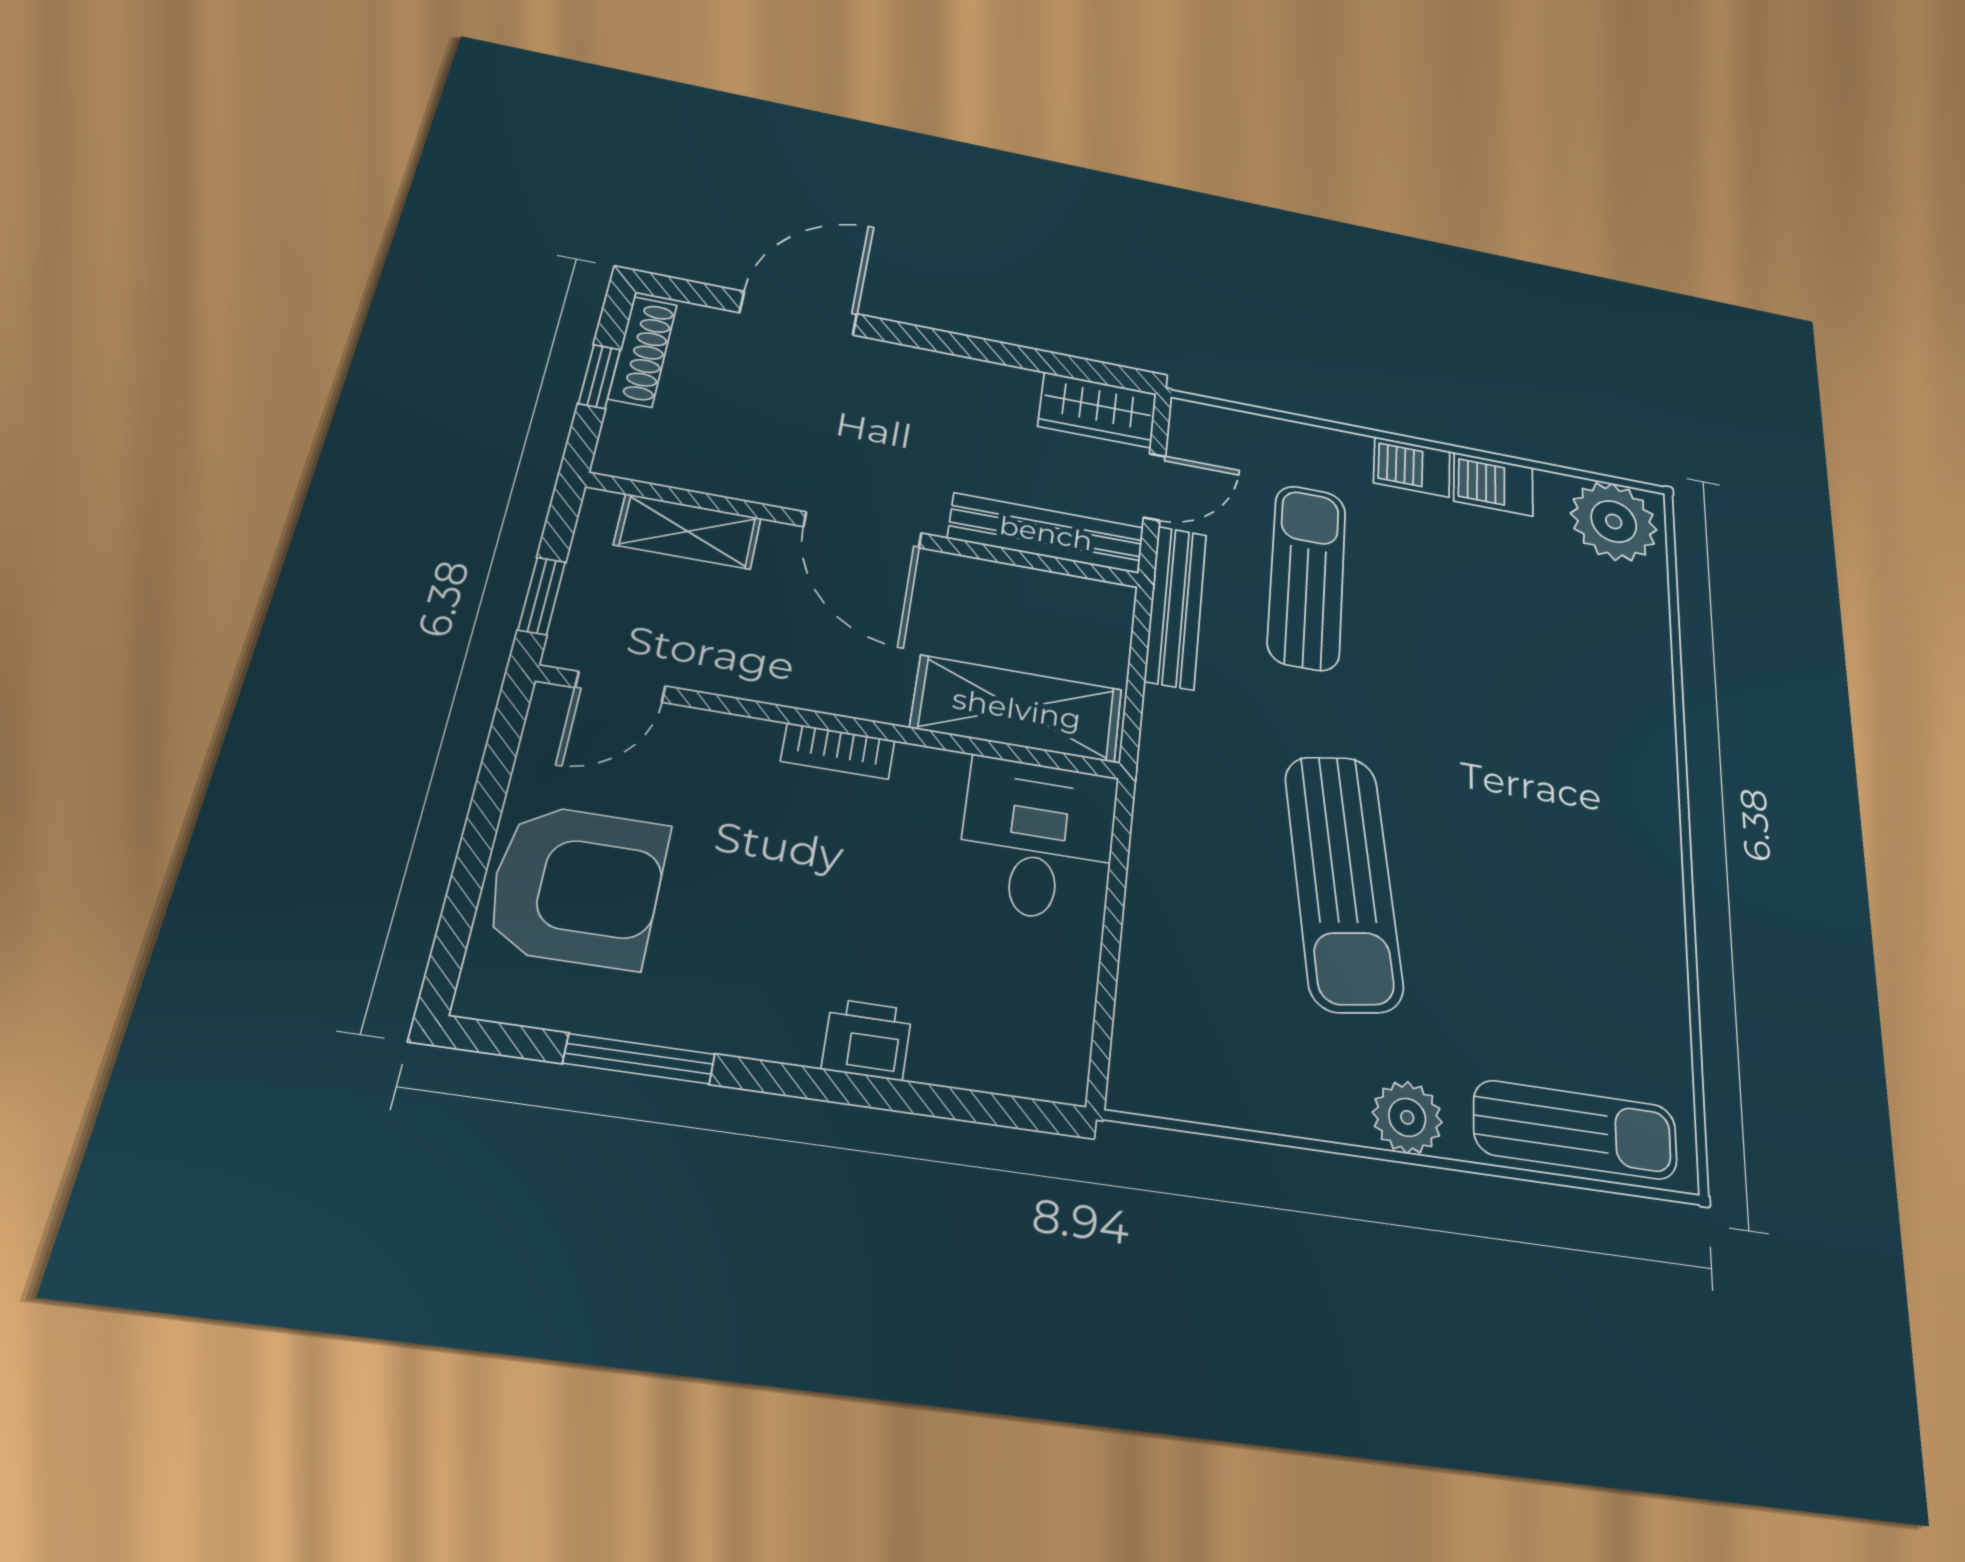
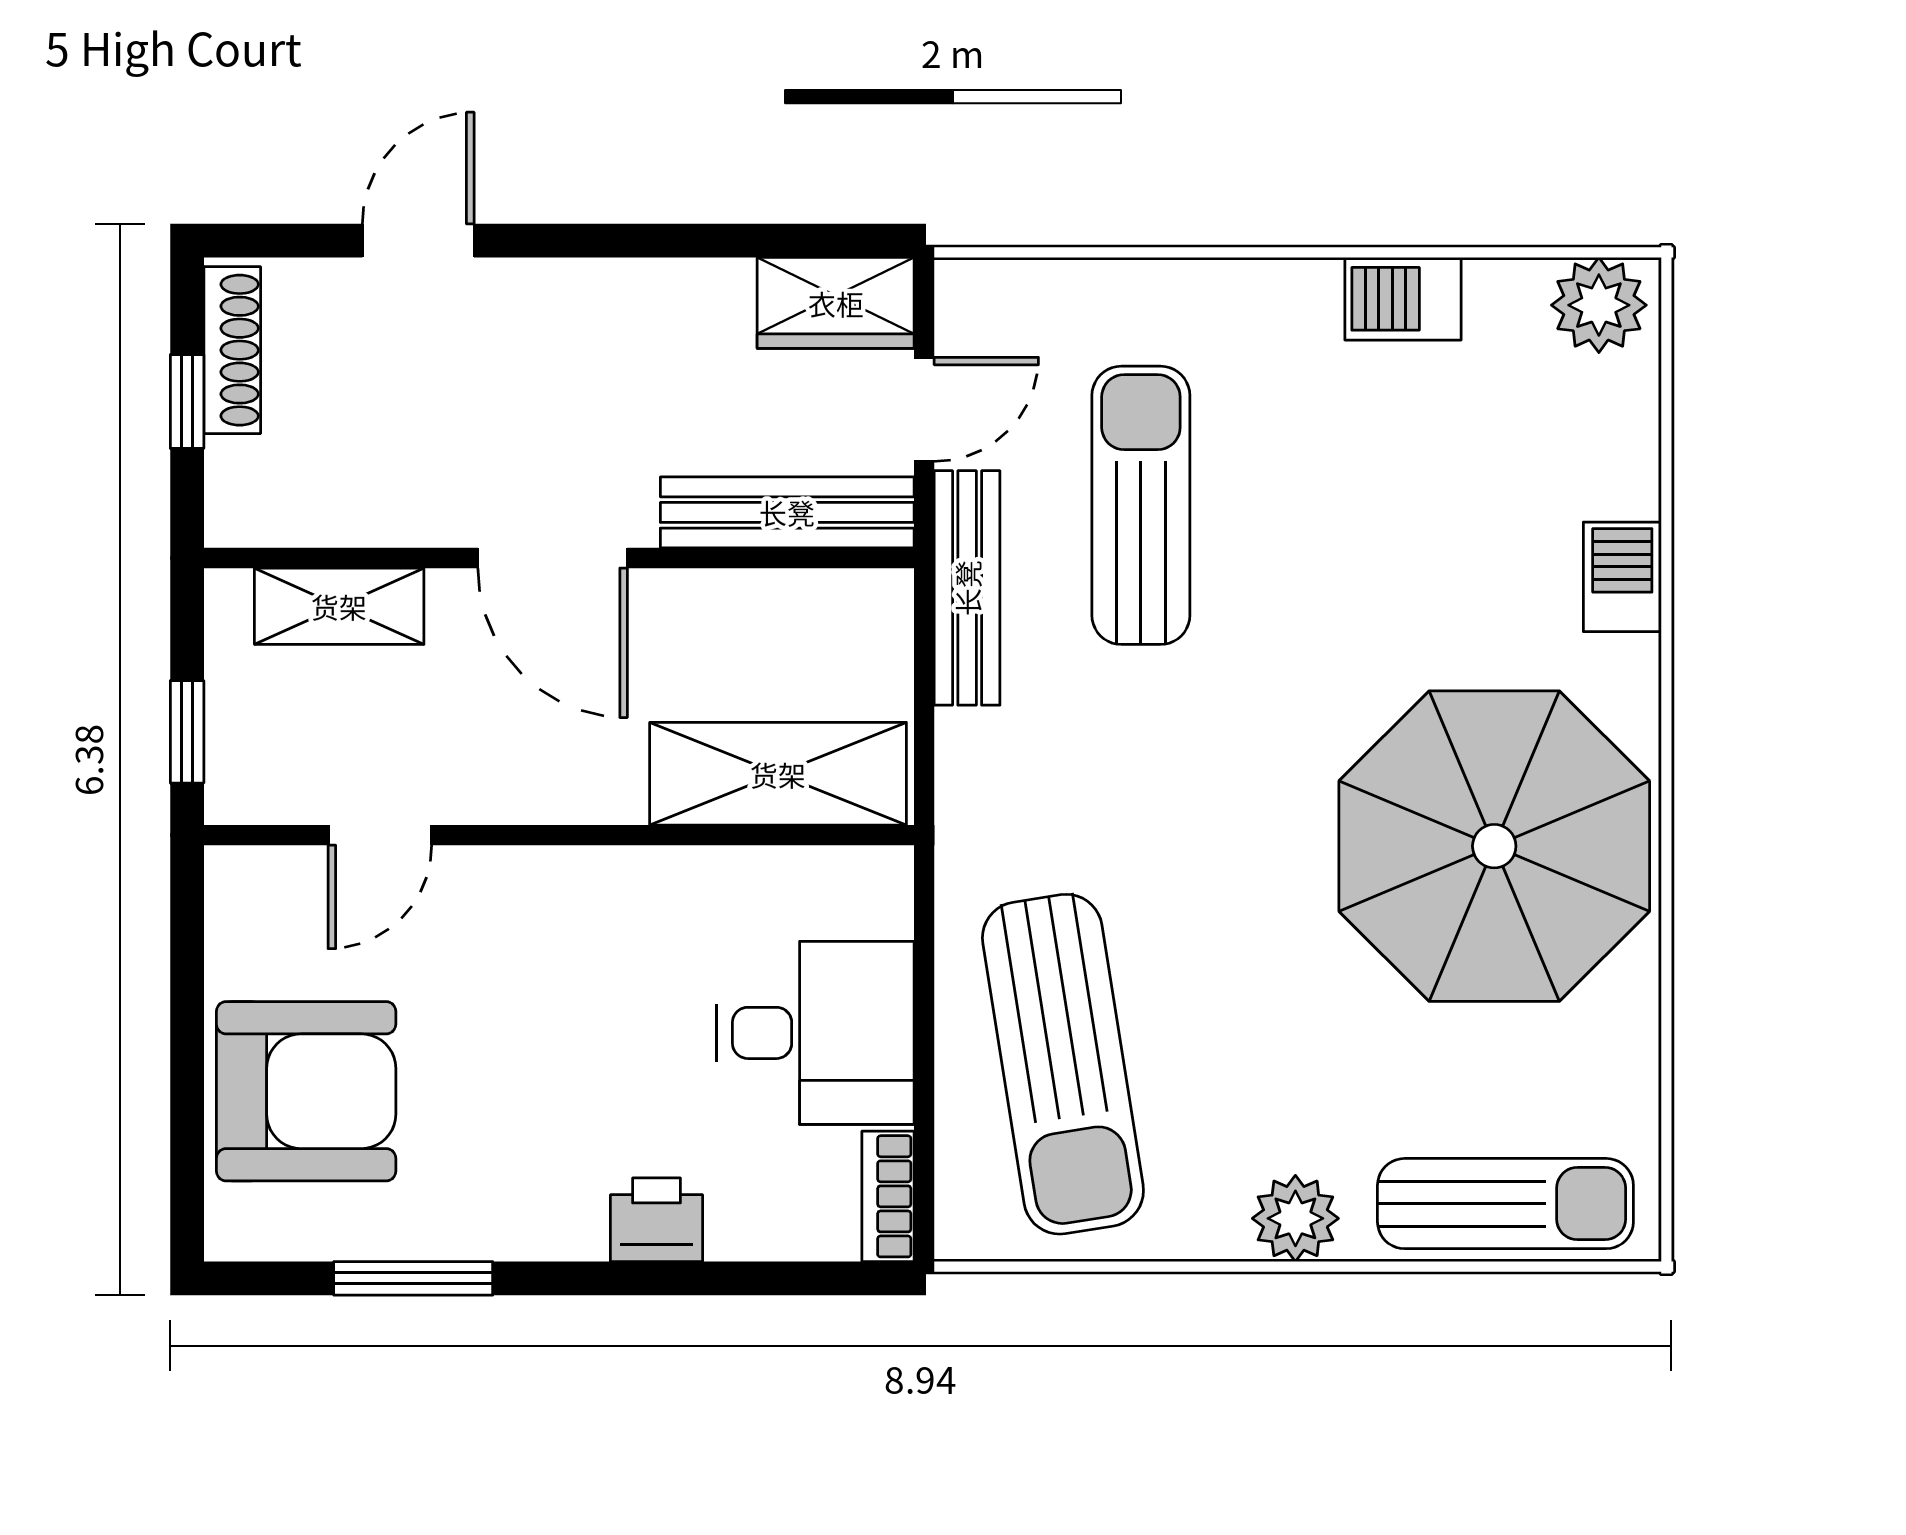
door: (799, 313) -> (418, 241), width x0.73
barbecue: (1412, 467) -> (1622, 577), moved, turned 90
plant: (1614, 521) -> (1599, 305), width x0.73, depth x0.73
door: (620, 687) -> (380, 835), moved
bookcase: (838, 751) -> (888, 1196), moved, turned 90
desk: (1037, 839) -> (815, 1033), moved, turned 90
parasol: (1562, 853) -> (1494, 846), added
sun lounger: (1343, 882) -> (1063, 1064), moved

